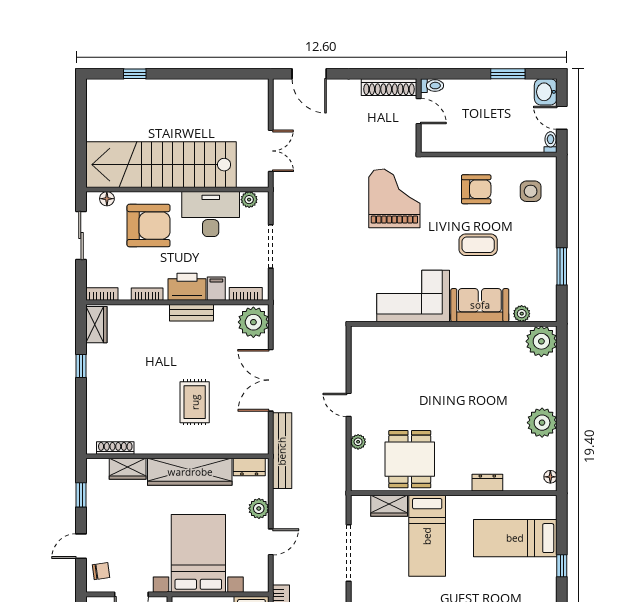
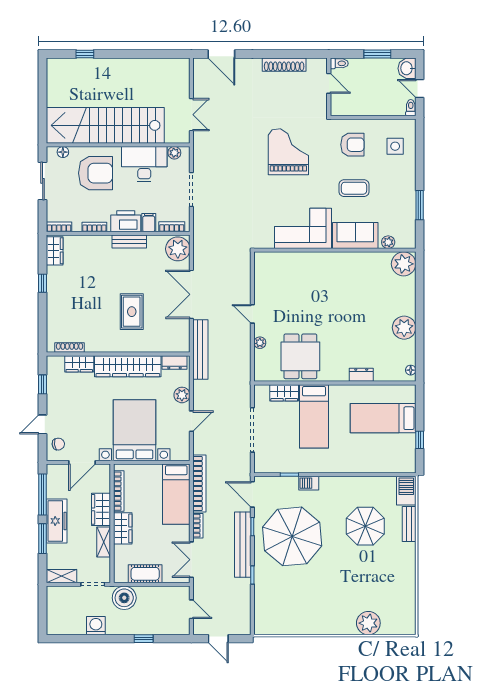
toilet: (432, 86) -> (339, 63), moved
door: (419, 111) -> (329, 83), moved
wall: (419, 116) -> (329, 87), moved

